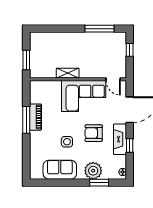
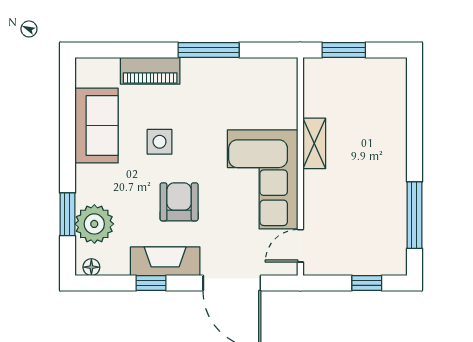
piano: (35, 117) -> (150, 71), moved
plant: (93, 171) -> (94, 224), moved

